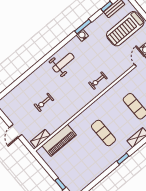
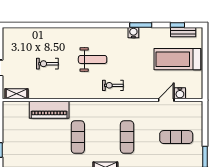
weight bench: (63, 63) -> (93, 59), moved
piano: (59, 140) -> (49, 110), moved

